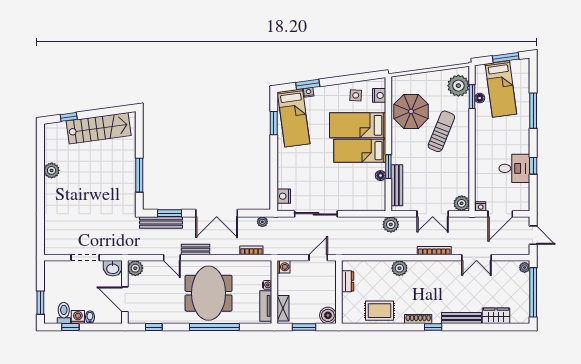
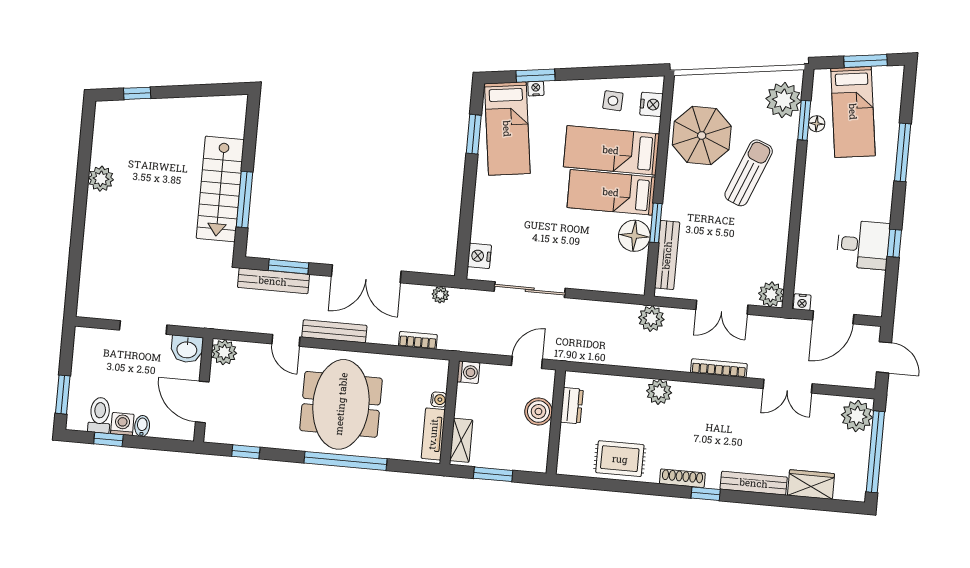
stairs: (99, 128) -> (220, 189), moved, turned 98
floor lamp: (380, 176) -> (634, 236), width x1.89, depth x1.89
bench: (195, 250) -> (334, 331), width x1.36
plant: (525, 267) -> (857, 416), width x1.87, depth x1.87
boiler: (328, 315) -> (538, 411), moved

